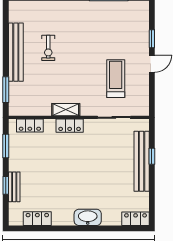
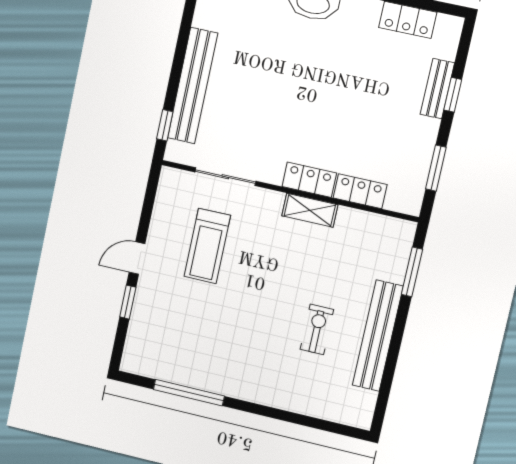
locker: (30, 125) -> (360, 191), moved
window: (152, 156) -> (165, 125), moved

